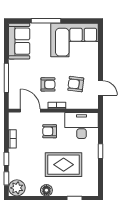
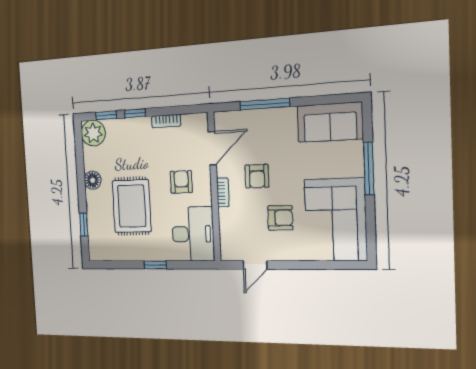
armchair: (76, 84) -> (280, 218), moved, turned 83

